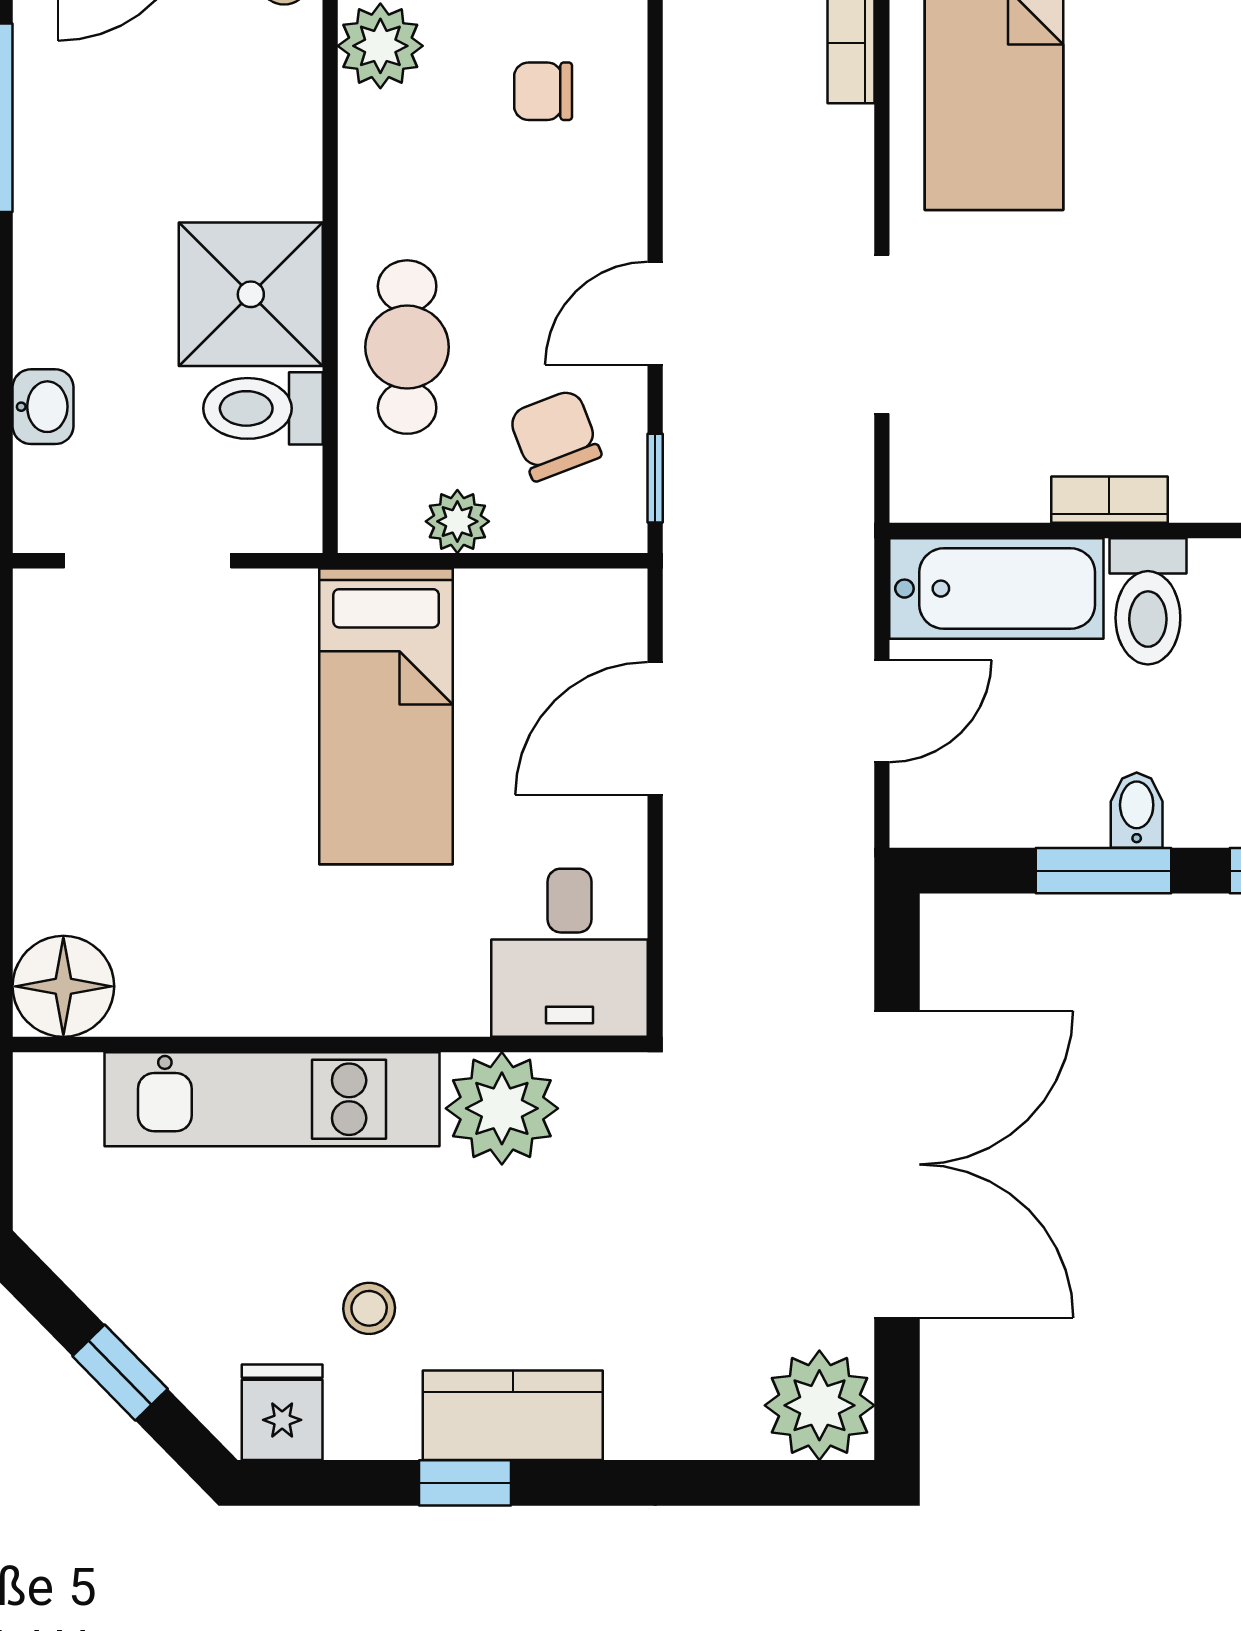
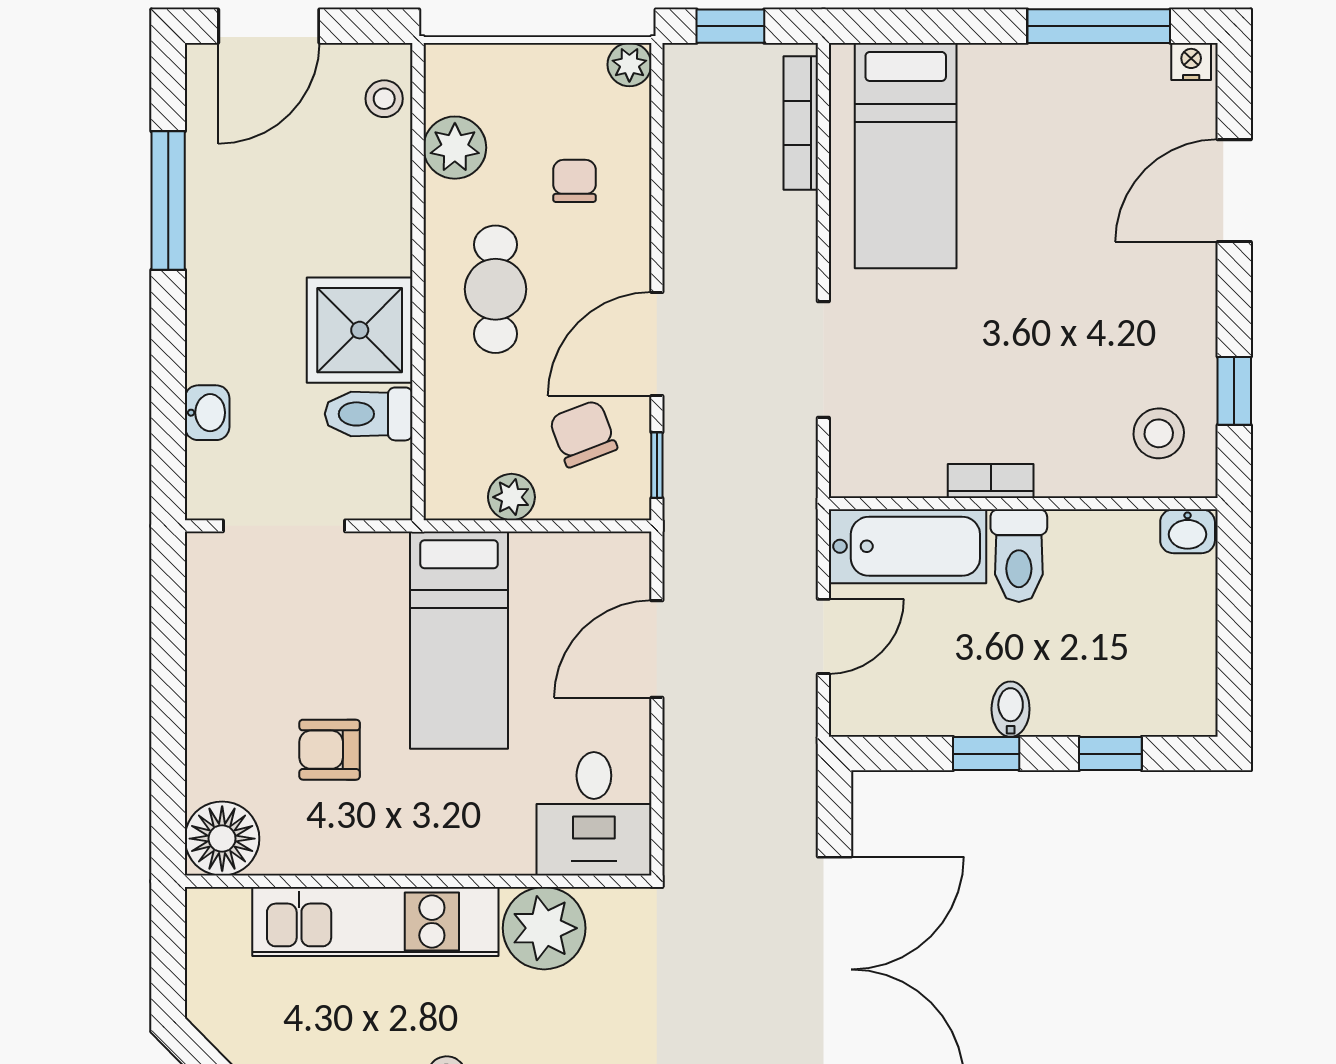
chair: (543, 91) -> (574, 181), turned 90
door: (655, 313) -> (657, 344), width x1.38
cafe table: (407, 347) -> (495, 289), moved
armchair: (210, 865) -> (330, 750), added
window: (1103, 871) -> (986, 754), width x0.67

